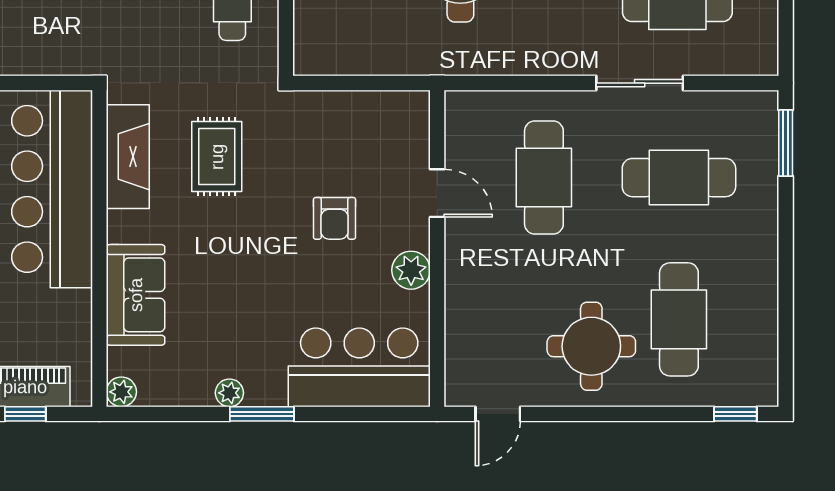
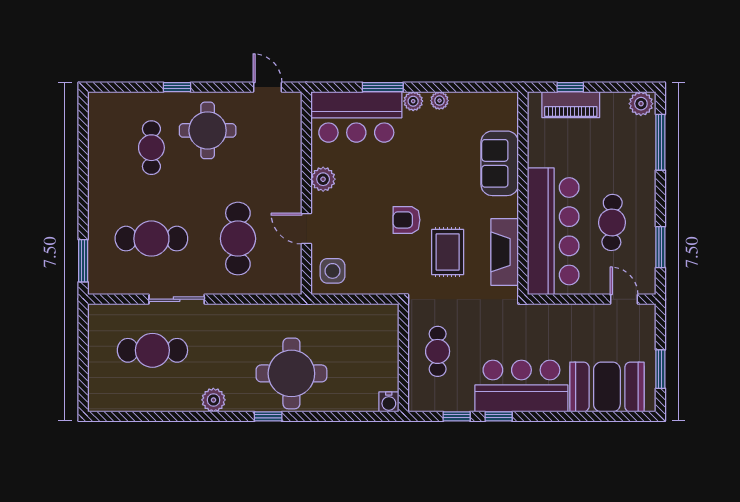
side table: (396, 127) -> (333, 271), added
armchair: (335, 218) -> (407, 220), moved, turned -90
cafe table: (679, 319) -> (151, 148), width x0.73, depth x0.74
plant: (121, 392) -> (413, 101), moved
window: (262, 414) -> (383, 87), moved
door: (498, 414) -> (267, 87), hinge flipped
window: (735, 414) -> (177, 87), moved

